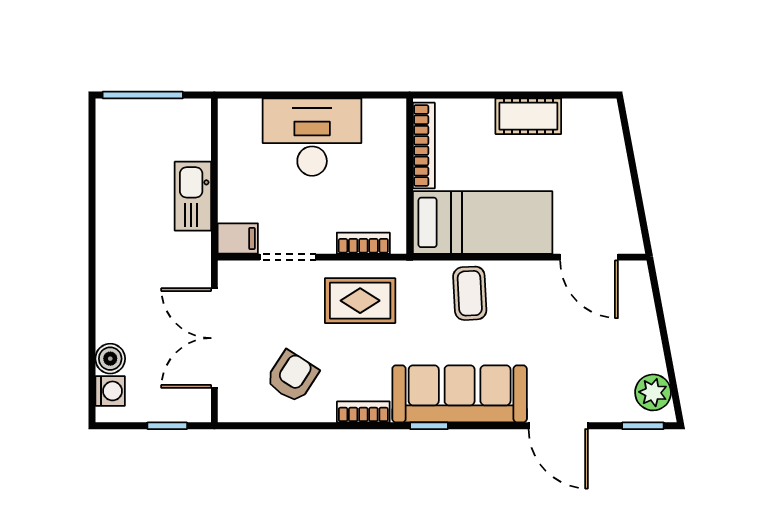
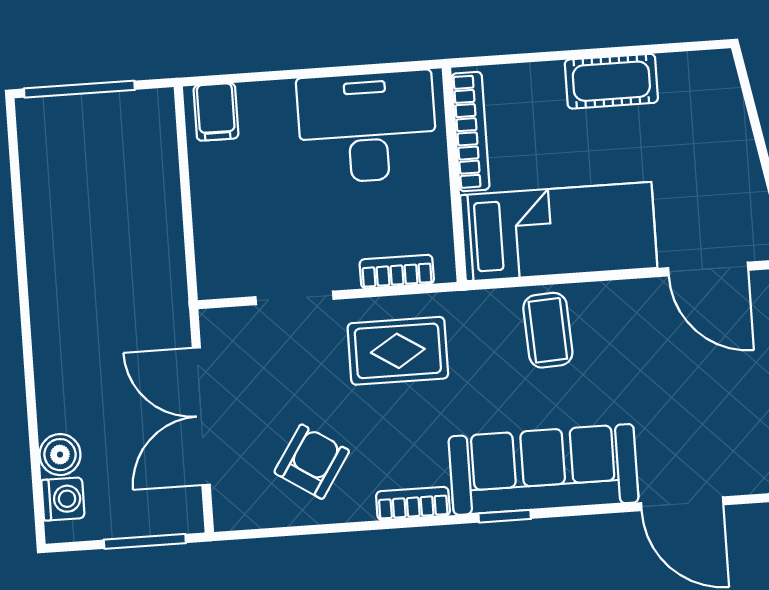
desk: (312, 137) -> (367, 127), moved
kitchen sink: (193, 196) -> (158, 223), removed
filing cabinet: (238, 238) -> (216, 112), moved, turned 90
window: (167, 426) -> (145, 541), width x1.50

